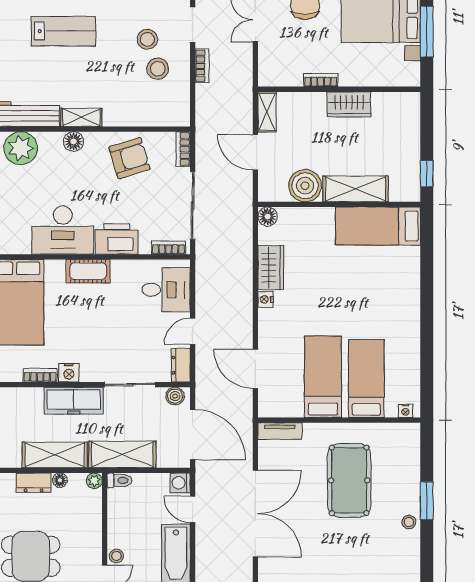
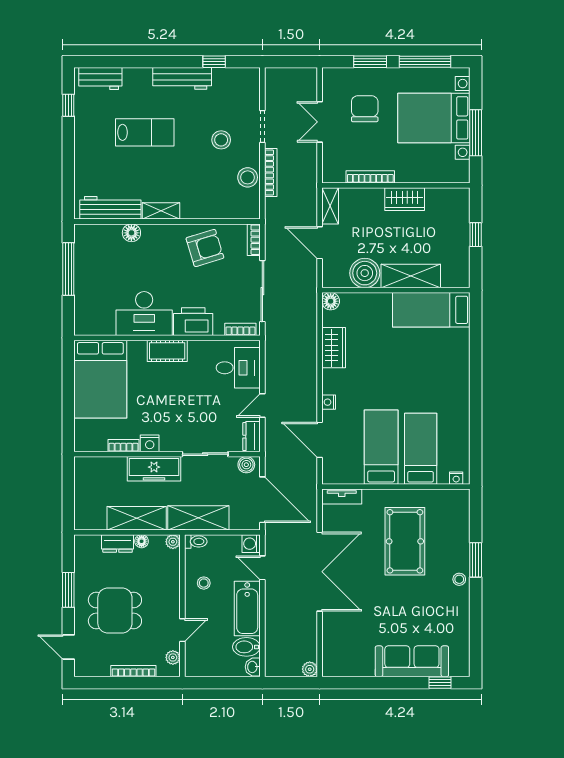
bookcase: (202, 66) -> (271, 173), width x1.56
stool: (158, 69) -> (248, 177), moved
bookcase: (321, 80) -> (370, 177), width x1.56
floor lamp: (73, 141) -> (131, 233), moved
plant: (21, 148) -> (106, 239), removed
window: (427, 174) -> (476, 235), moved
nightstand: (265, 299) -> (329, 402), moved
stool: (116, 556) -> (204, 583), moved

